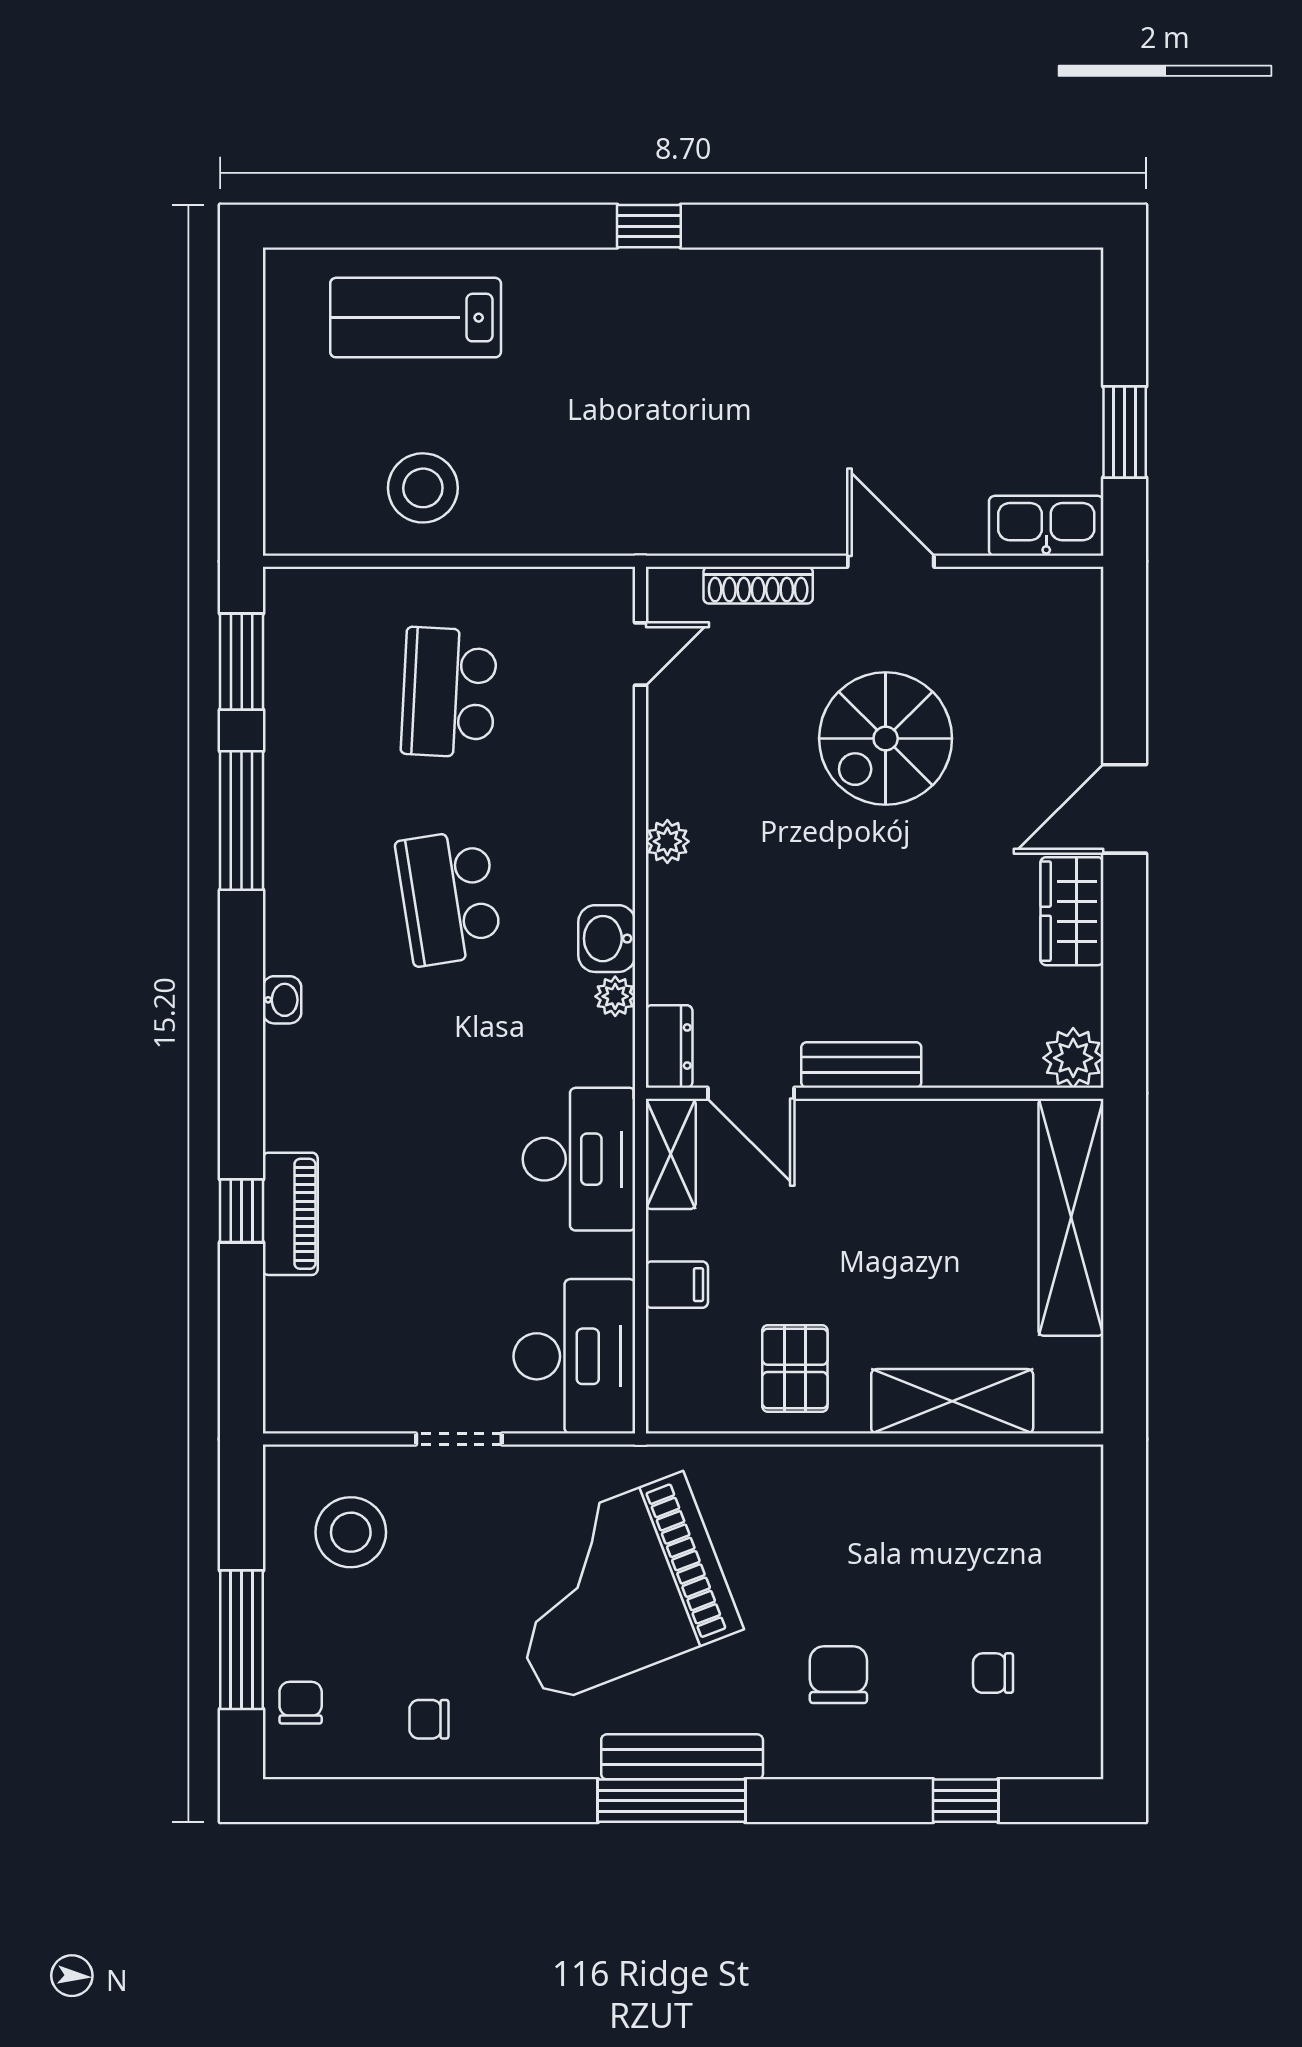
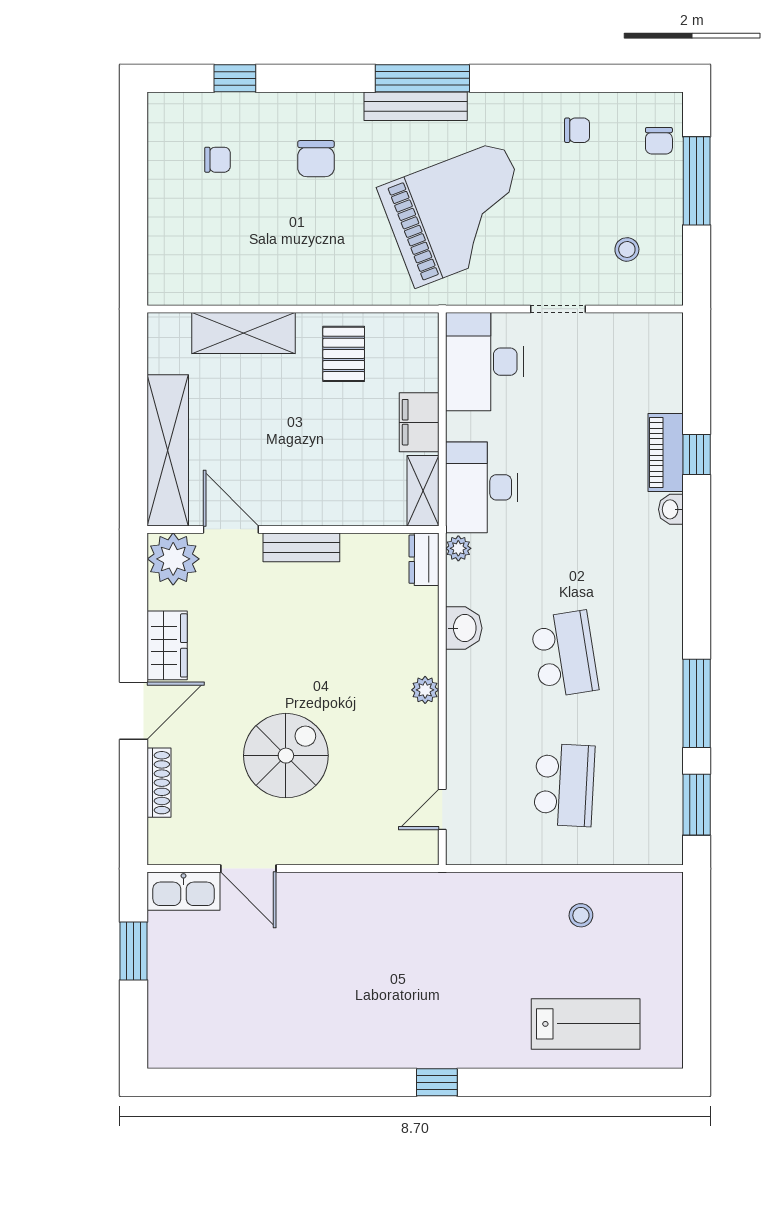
stool: (423, 488) -> (581, 915), width x0.53, depth x0.53
door: (891, 561) -> (248, 869), moved
shoe rack: (758, 585) -> (159, 783), moved, turned 90
plant: (615, 996) -> (458, 548), moved
washbasin: (282, 1000) -> (671, 509), moved
plant: (1073, 1058) -> (173, 559), width x1.36, depth x1.36
door: (751, 1093) -> (231, 529), moved
filing cabinet: (677, 1285) -> (419, 422), width x2.00
stool: (351, 1532) -> (627, 249), width x0.53, depth x0.53

